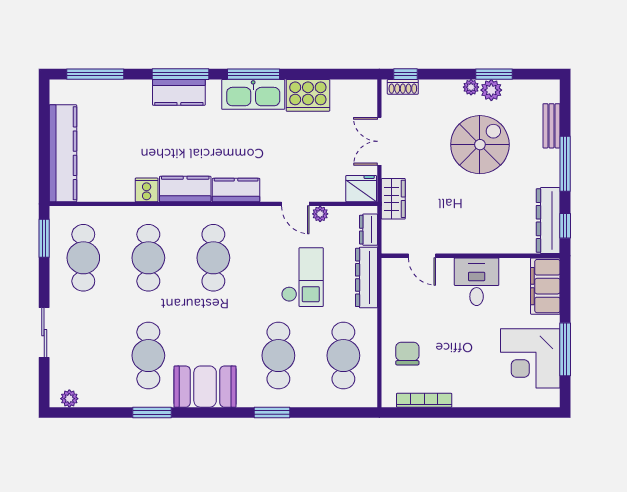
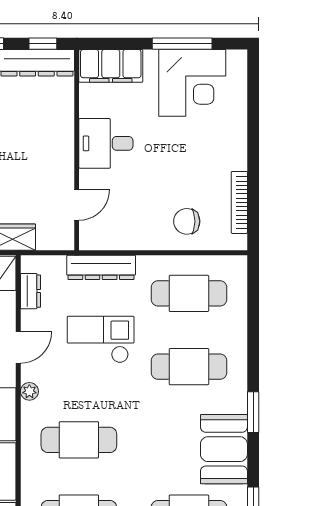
plant: (320, 214) -> (29, 391), moved
dresser: (368, 230) -> (30, 291), moved, turned -90
window: (272, 413) -> (253, 412), moved

